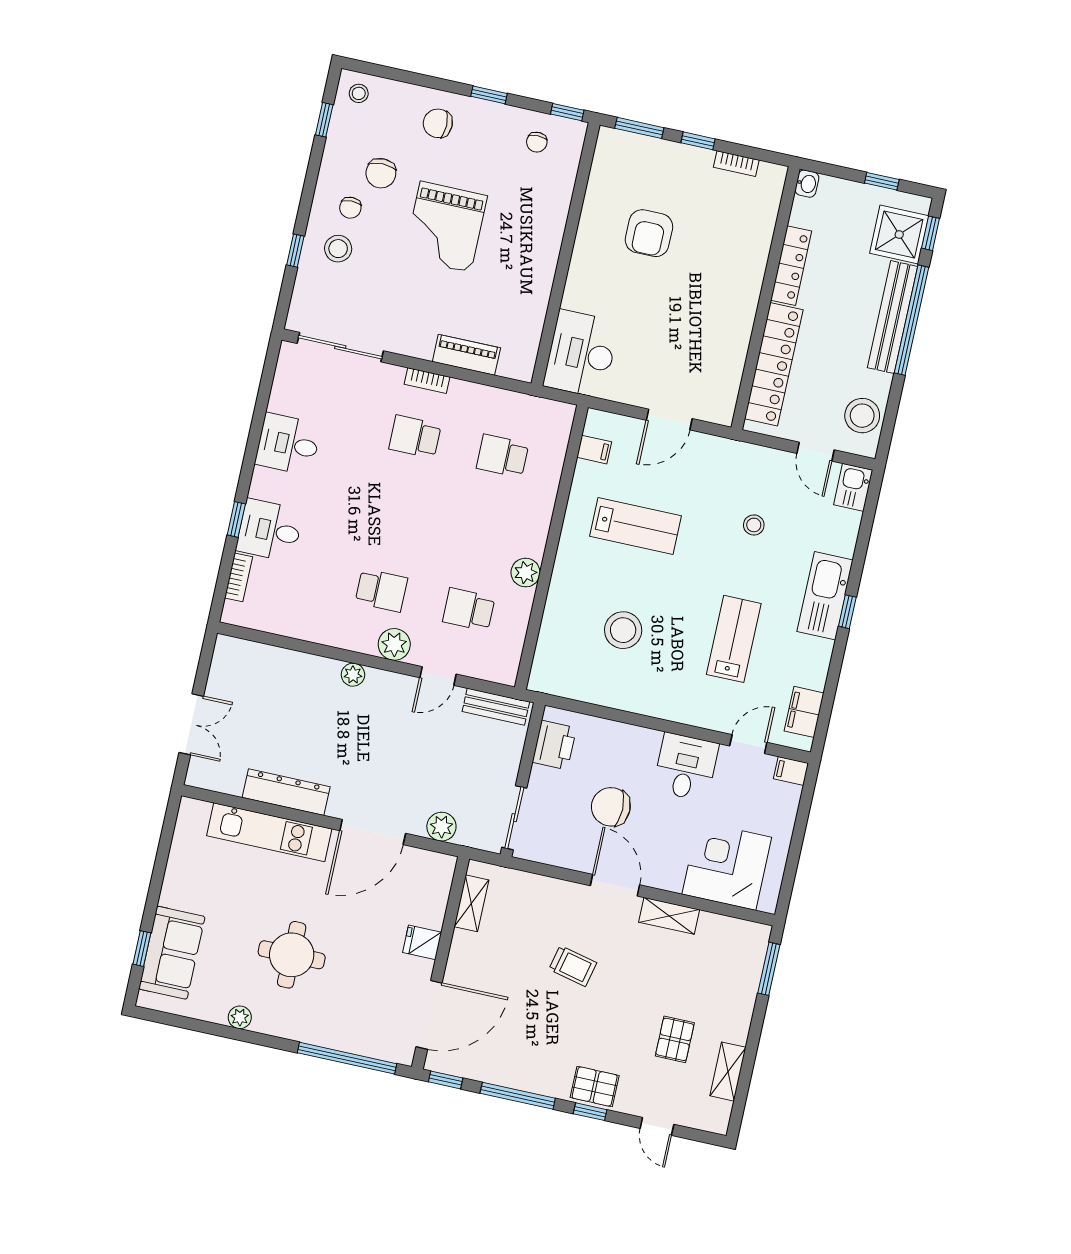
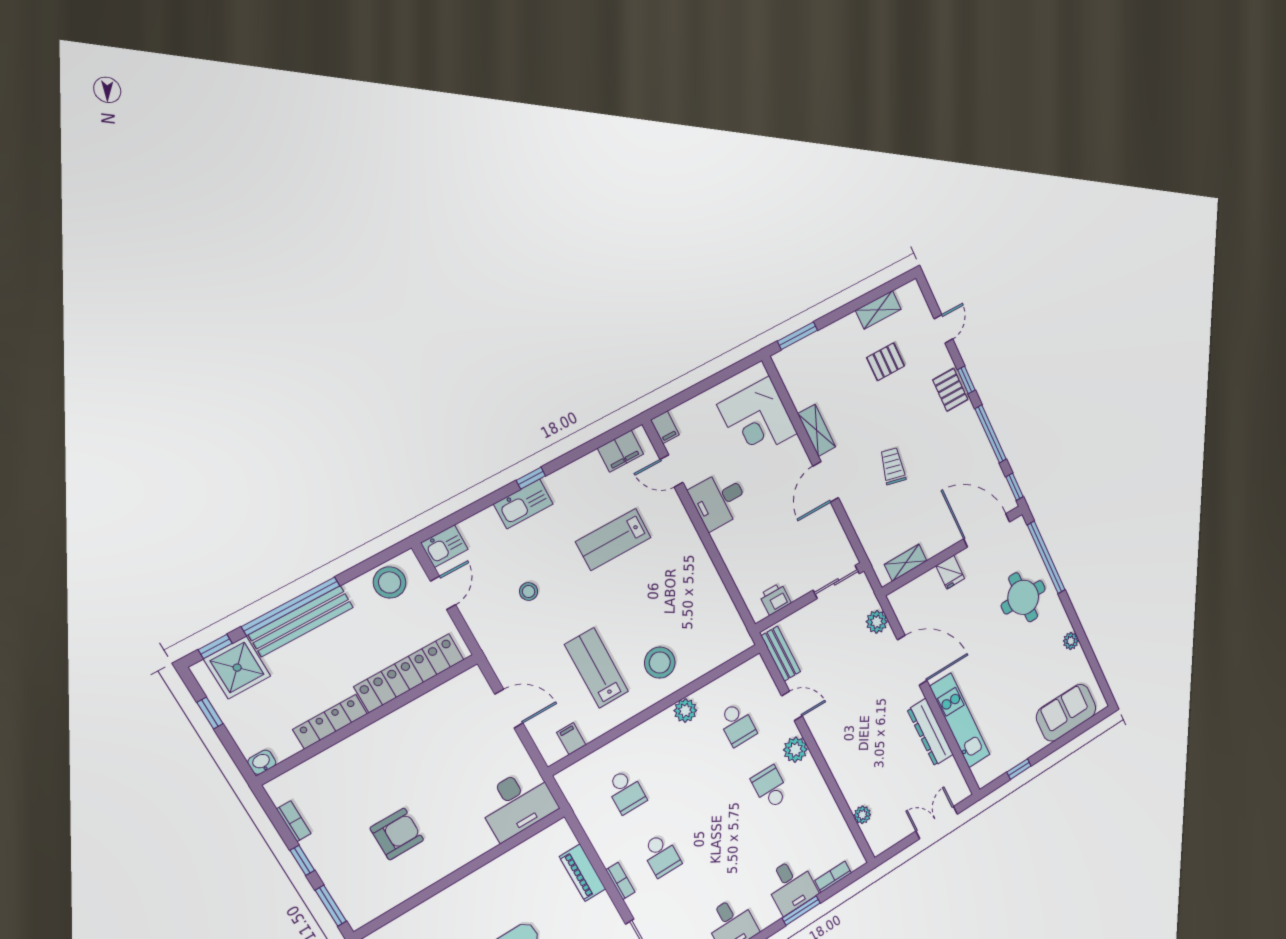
window: (236, 519) -> (801, 911), width x1.50
kitchen sink: (825, 596) -> (523, 504), width x0.73, depth x0.81
stool: (623, 630) -> (660, 663), moved
plant: (353, 675) -> (862, 815), moved
printer: (554, 745) -> (775, 599), width x0.73, depth x0.81
chair: (611, 807) -> (782, 527), removed
window: (142, 949) -> (1019, 769), moved
round table: (292, 955) -> (1023, 597), moved

